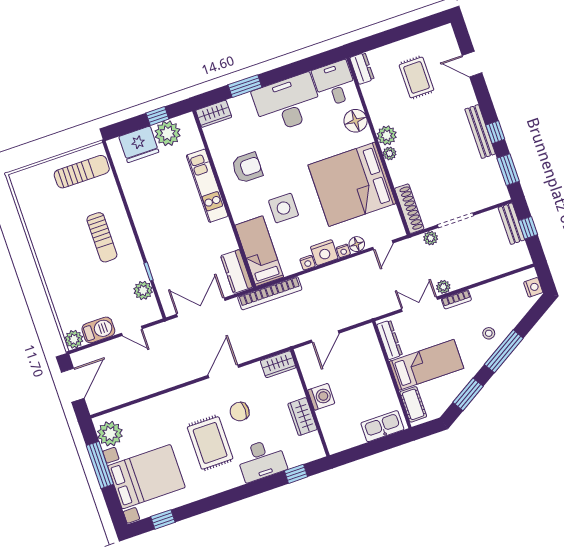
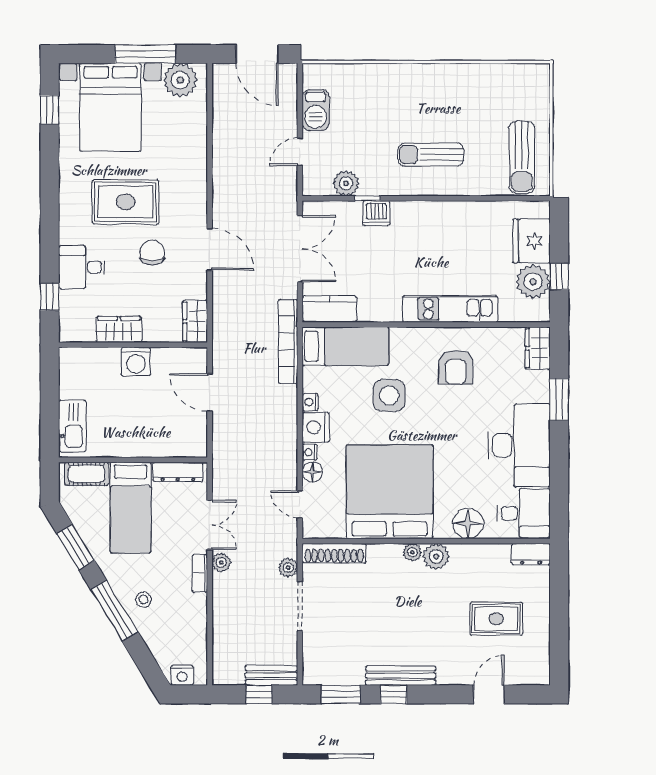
dishwasher: (157, 262) -> (376, 213), added
plant: (74, 339) -> (314, 75), removed
desk: (261, 460) -> (82, 267), width x0.73

